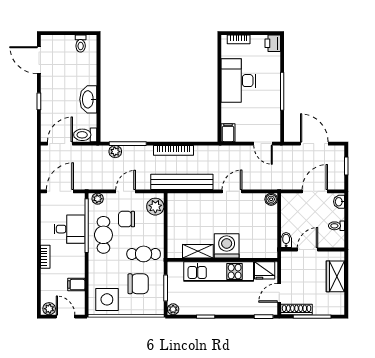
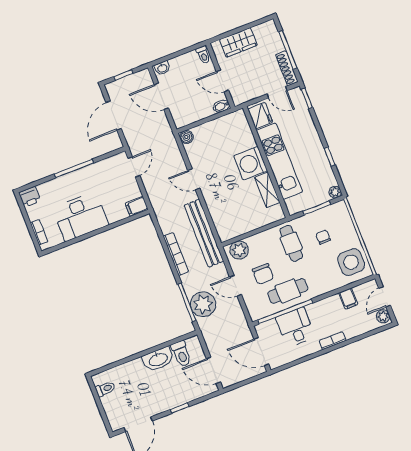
toilet: (85, 135) -> (181, 354), moved
plant: (115, 152) -> (203, 304), width x1.88, depth x1.88
plant: (98, 199) -> (254, 311), removed
toilet: (337, 226) -> (203, 55), moved
chair: (138, 284) -> (323, 237), width x0.54, depth x0.54

